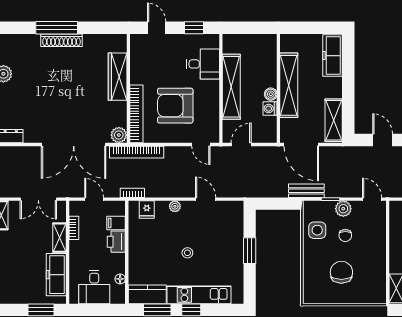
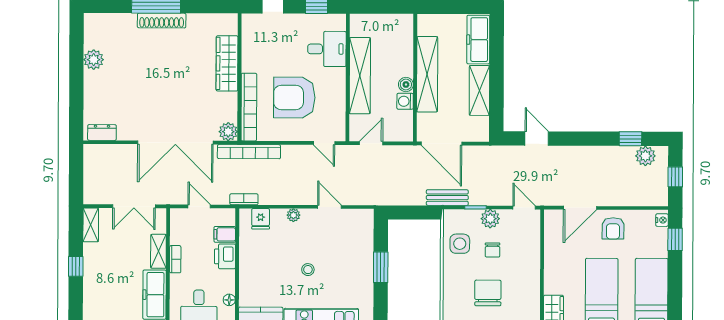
shelving: (334, 120) -> (479, 90), moved
bookcase: (74, 228) -> (175, 259), moved

